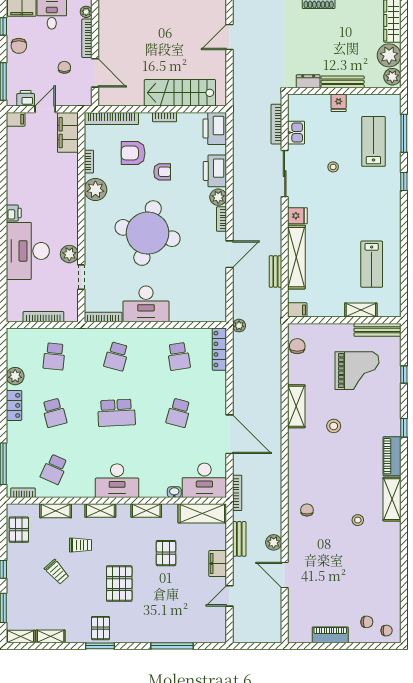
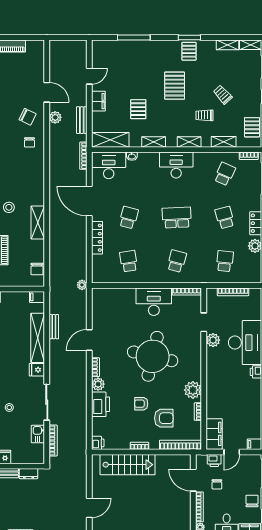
printer: (26, 98) -> (214, 460), moved
printer: (215, 129) -> (98, 443), width x0.53, depth x0.68
locker: (219, 349) -> (97, 238), moved
chair: (309, 543) -> (28, 117), added

